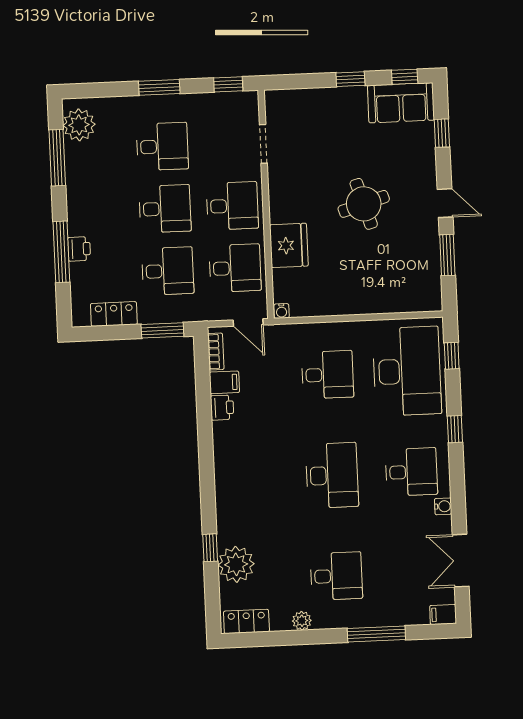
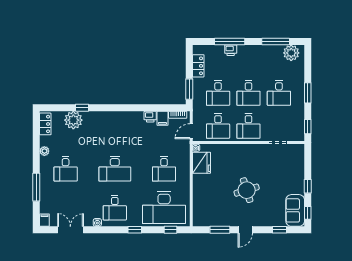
fridge: (289, 245) -> (201, 163), moved, turned -90

